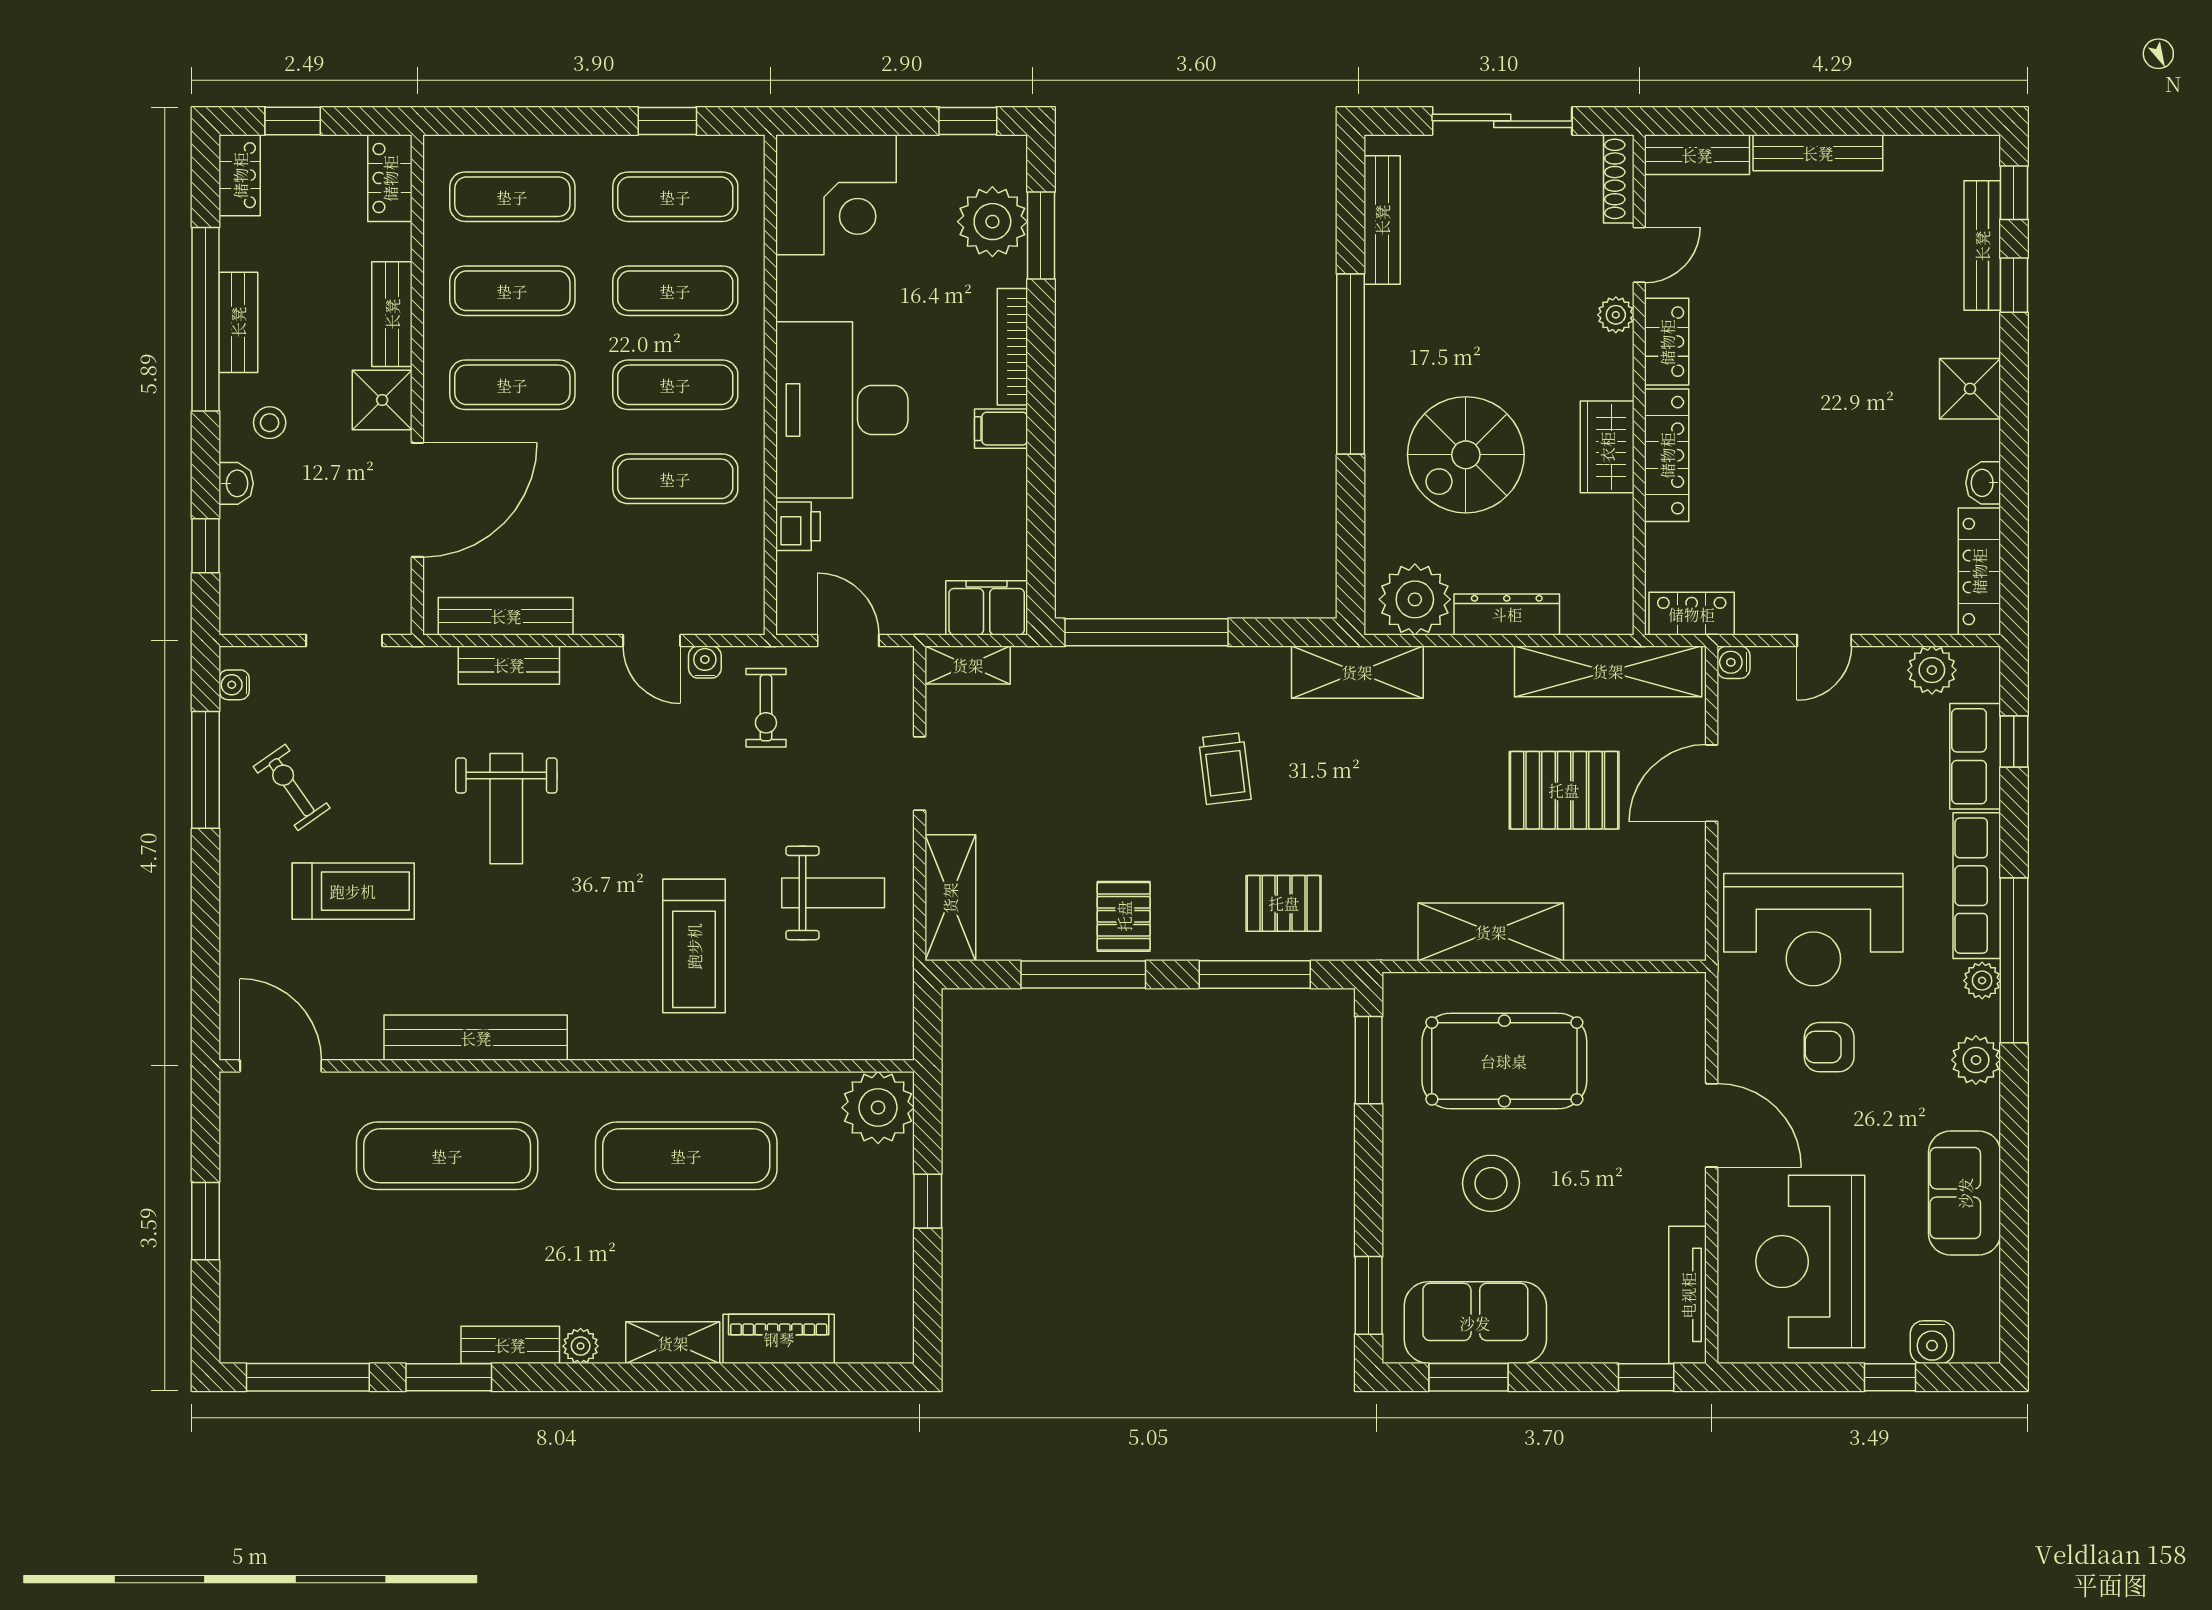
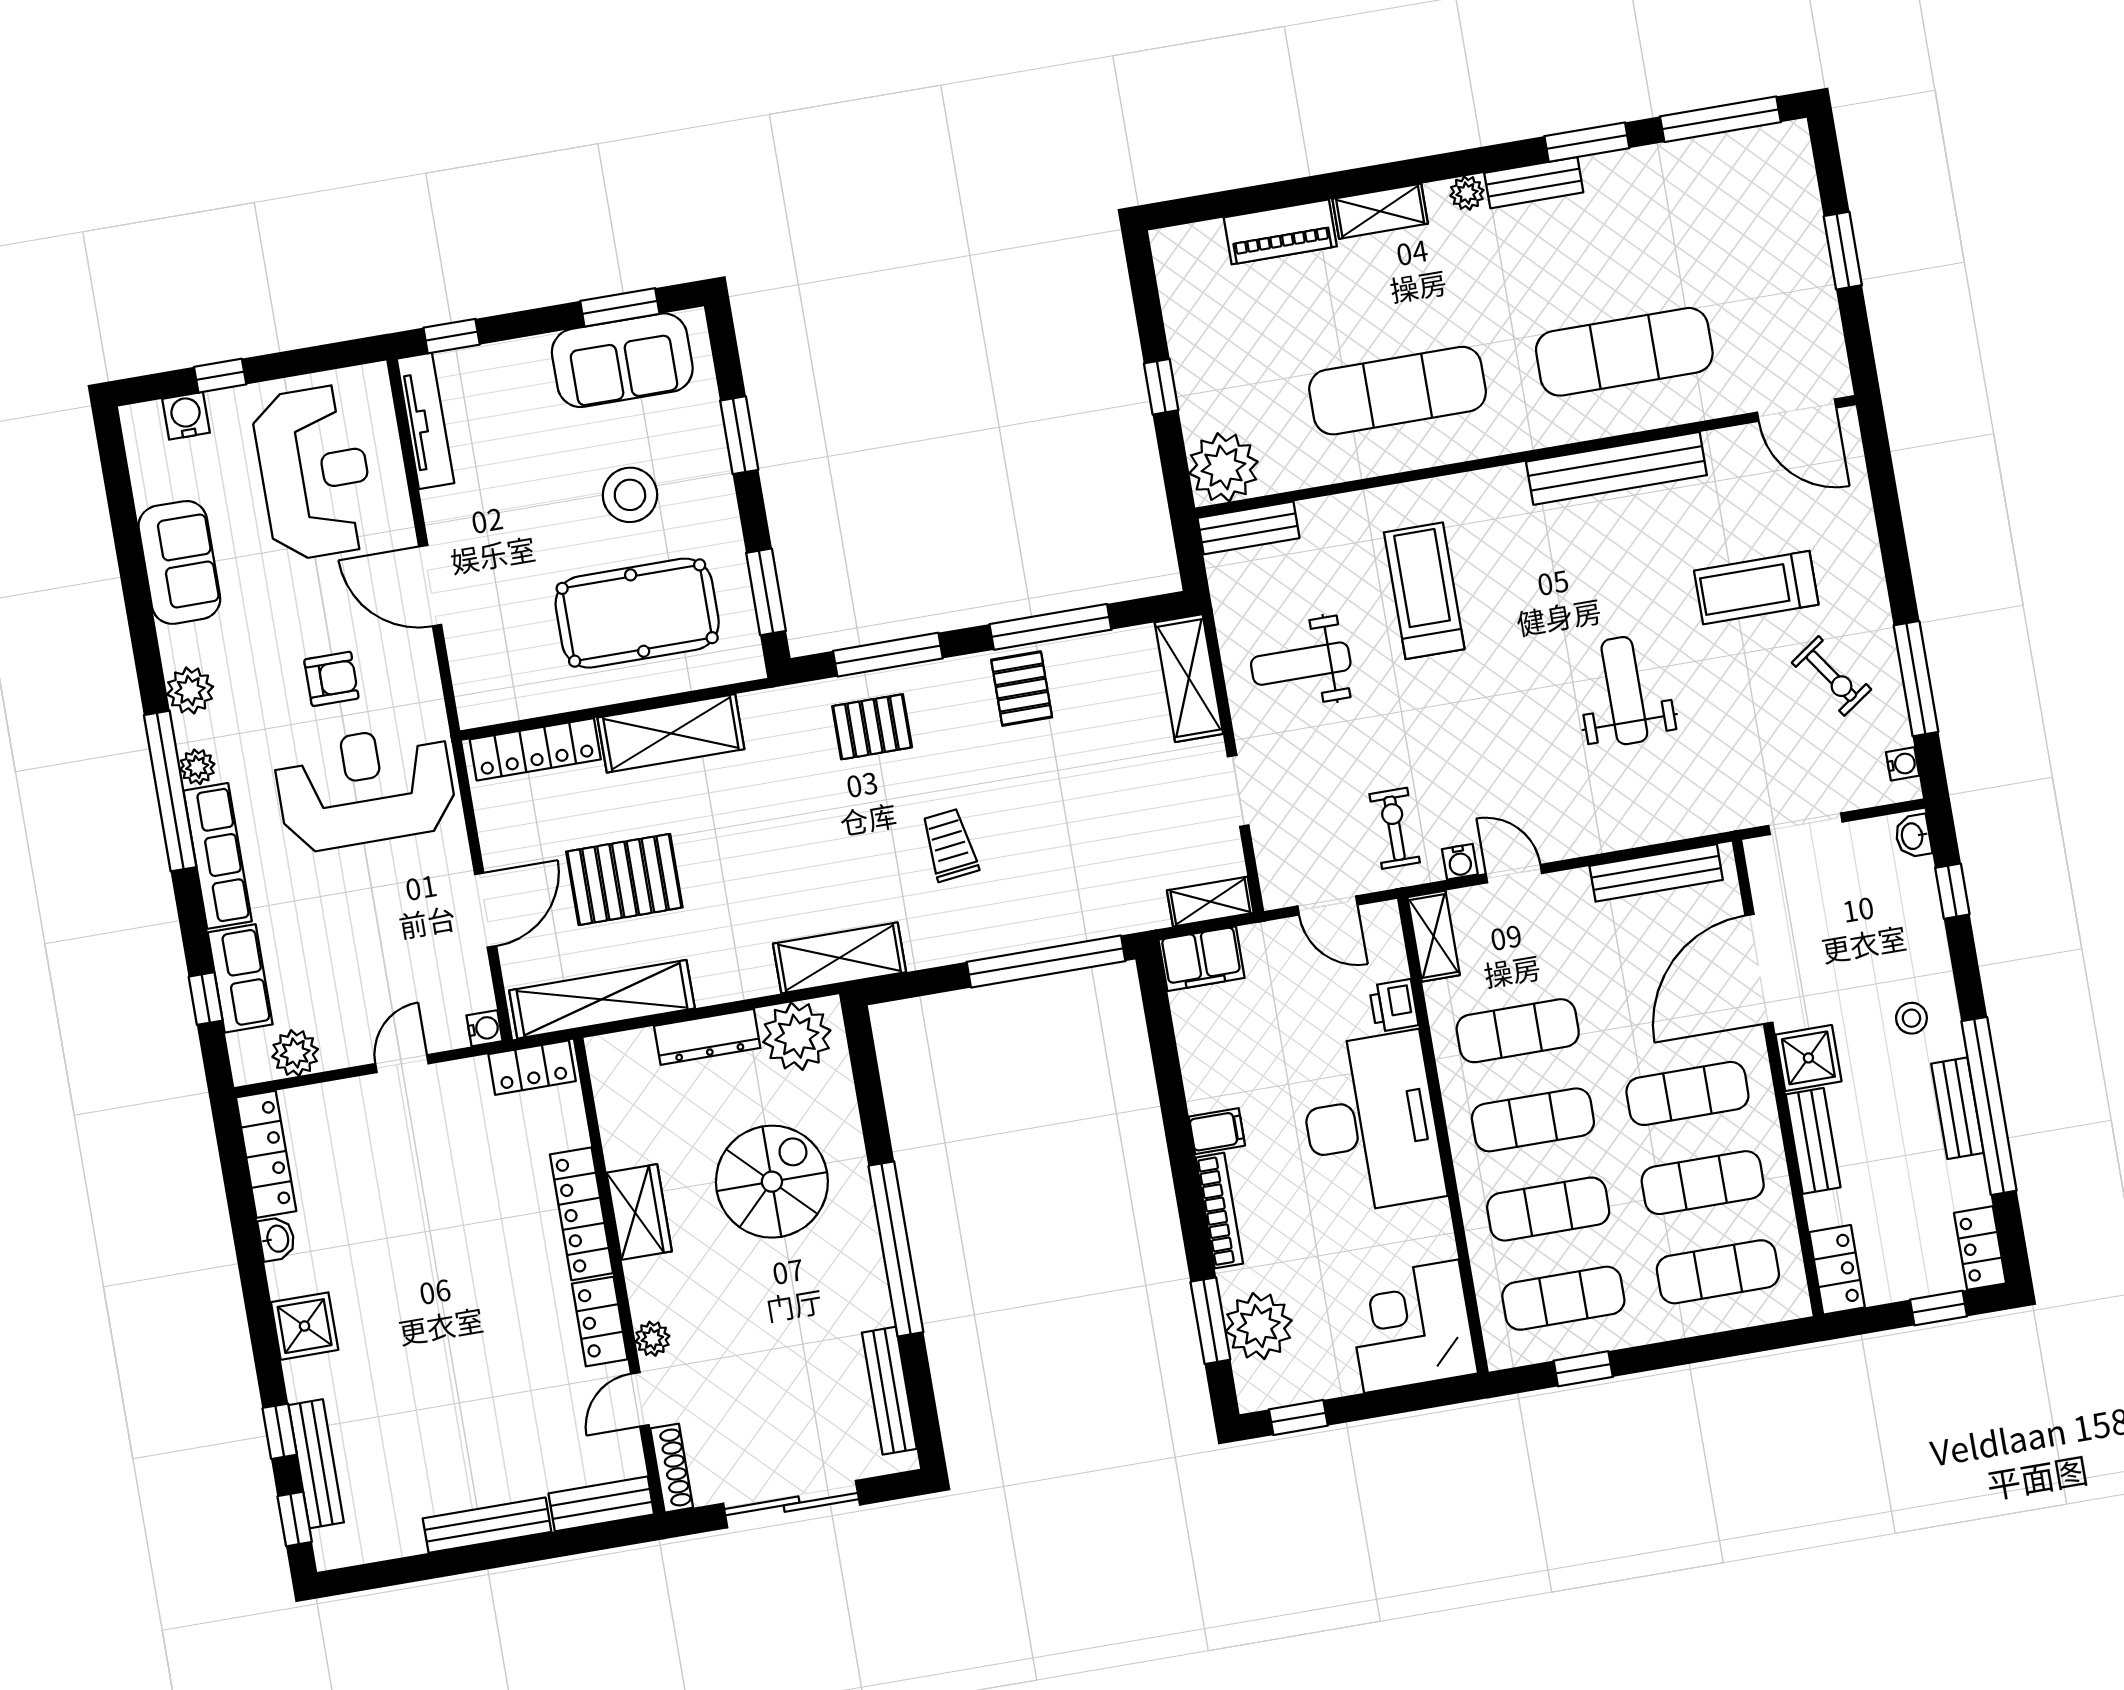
washbasin: (236, 483) -> (1913, 836), moved
shelving: (745, 591) -> (1434, 936), added
bench: (509, 665) -> (1248, 528), moved
locker: (1633, 939) -> (535, 749), added
window: (1369, 1295) -> (739, 435), moved

